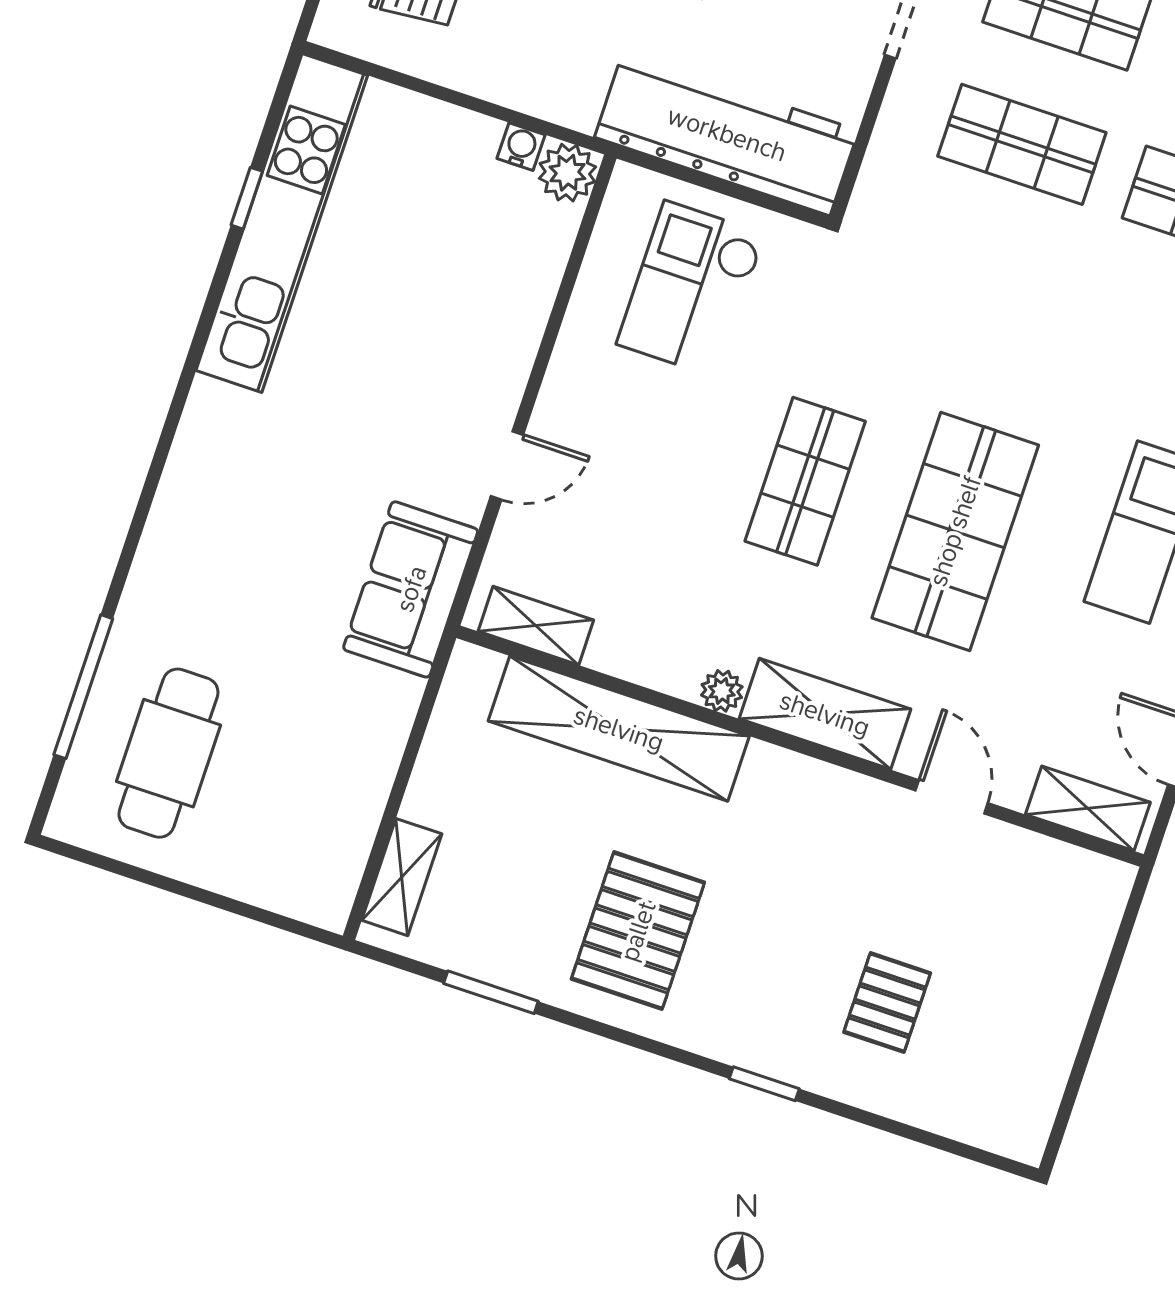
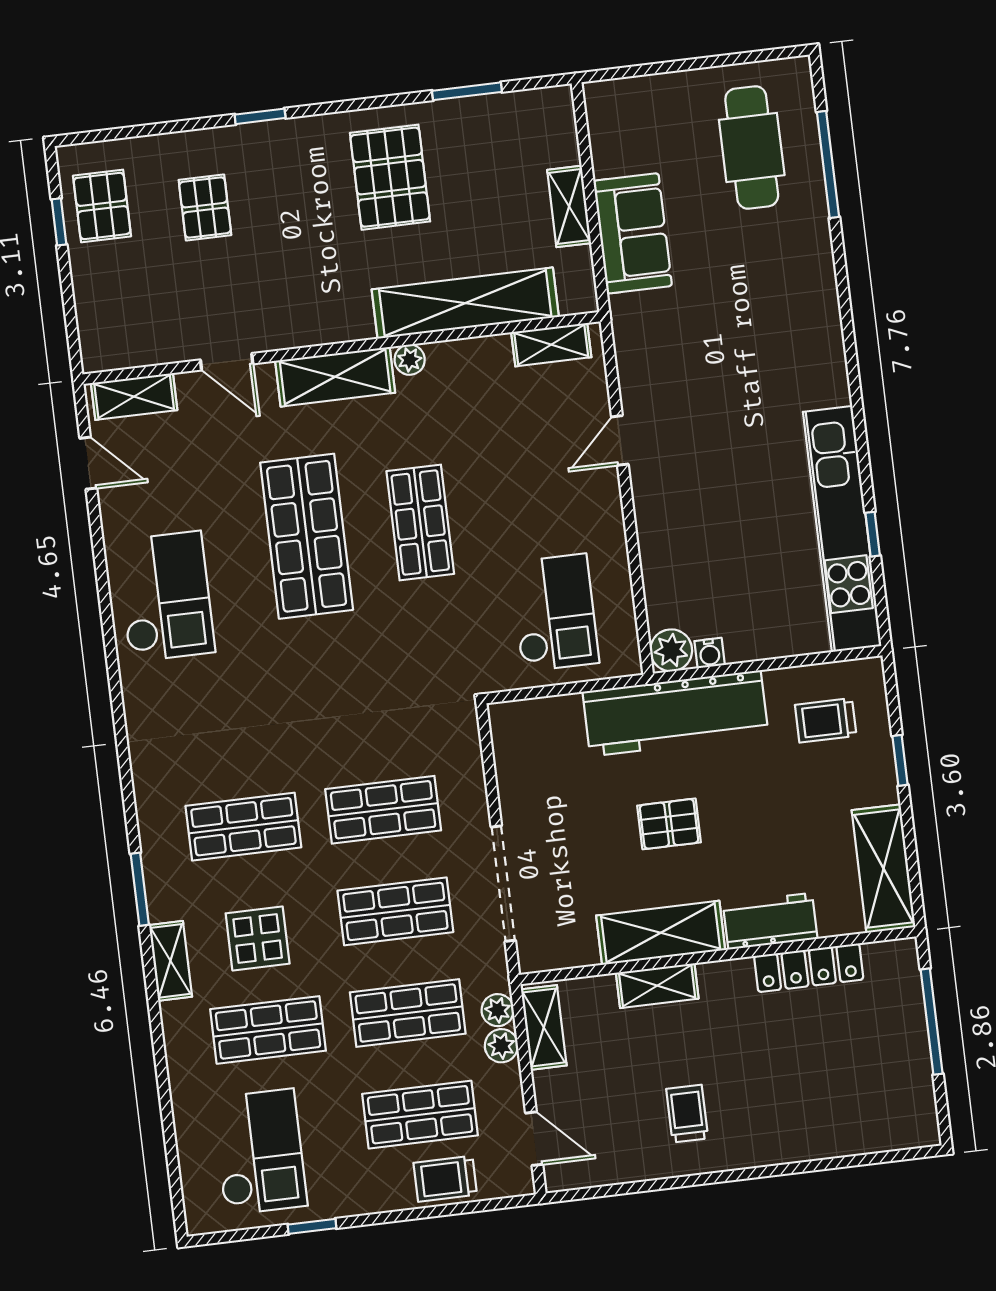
workbench: (727, 134) -> (675, 713), moved
sofa: (411, 589) -> (633, 233), moved
shelving: (402, 877) -> (569, 206), moved
pallet: (1015, 1066) -> (102, 206), added
window: (1078, 1071) -> (59, 222), added

